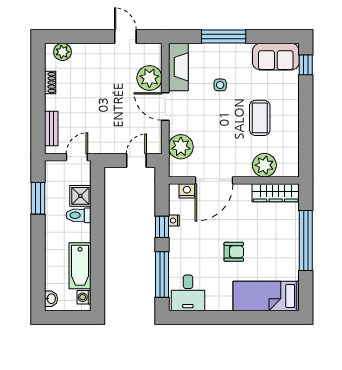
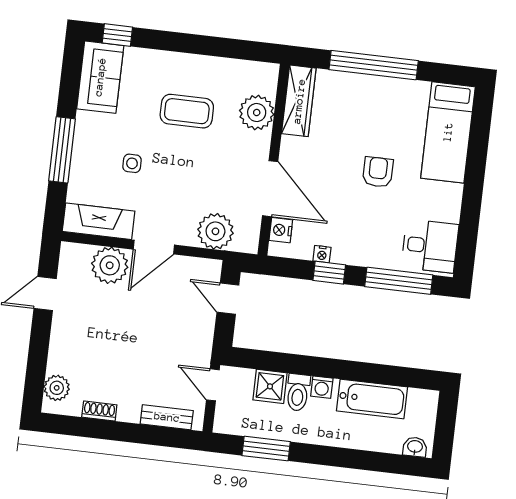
washing machine: (84, 297) -> (322, 387), moved

